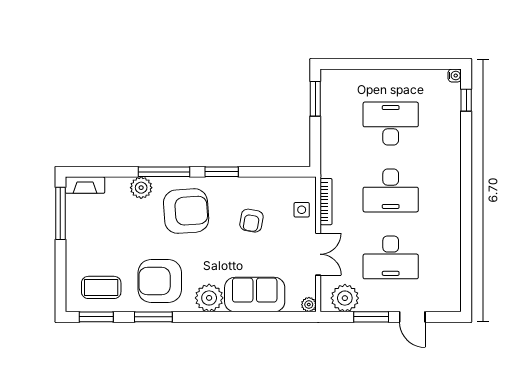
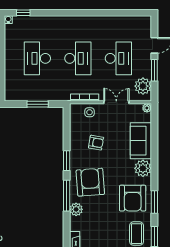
window: (315, 99) -> (38, 104), moved

